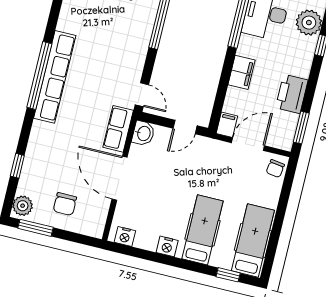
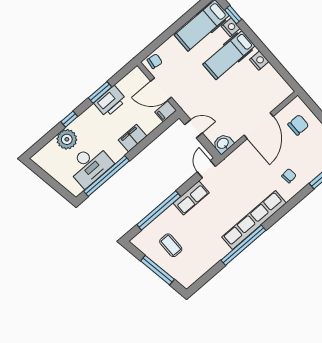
window: (39, 76) -> (243, 245), moved
window: (301, 128) -> (100, 92), moved
row of seats: (118, 129) -> (191, 198), moved
chair: (51, 149) -> (289, 176), added
chair: (65, 204) -> (298, 125), moved
nightstand: (125, 236) -> (231, 27), moved

